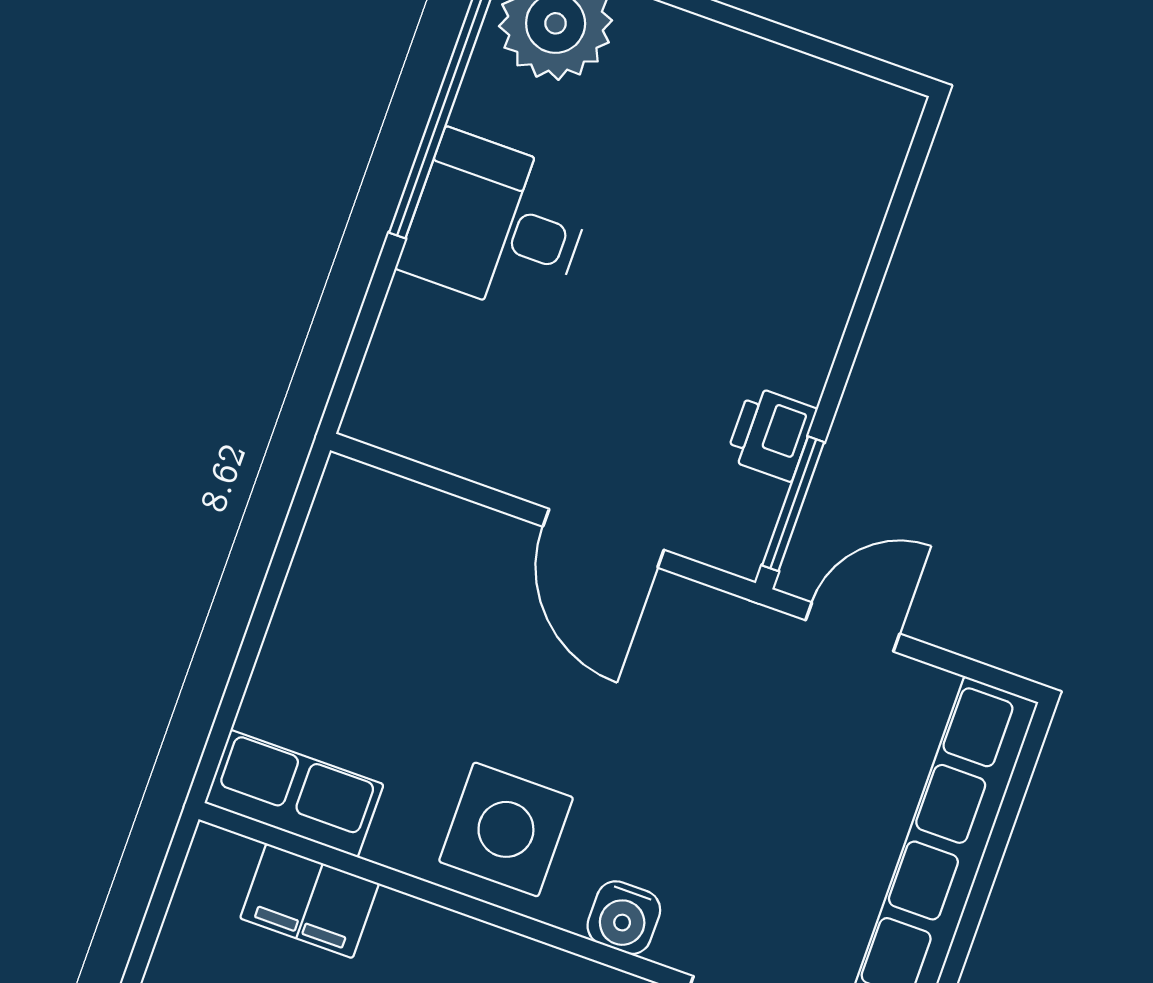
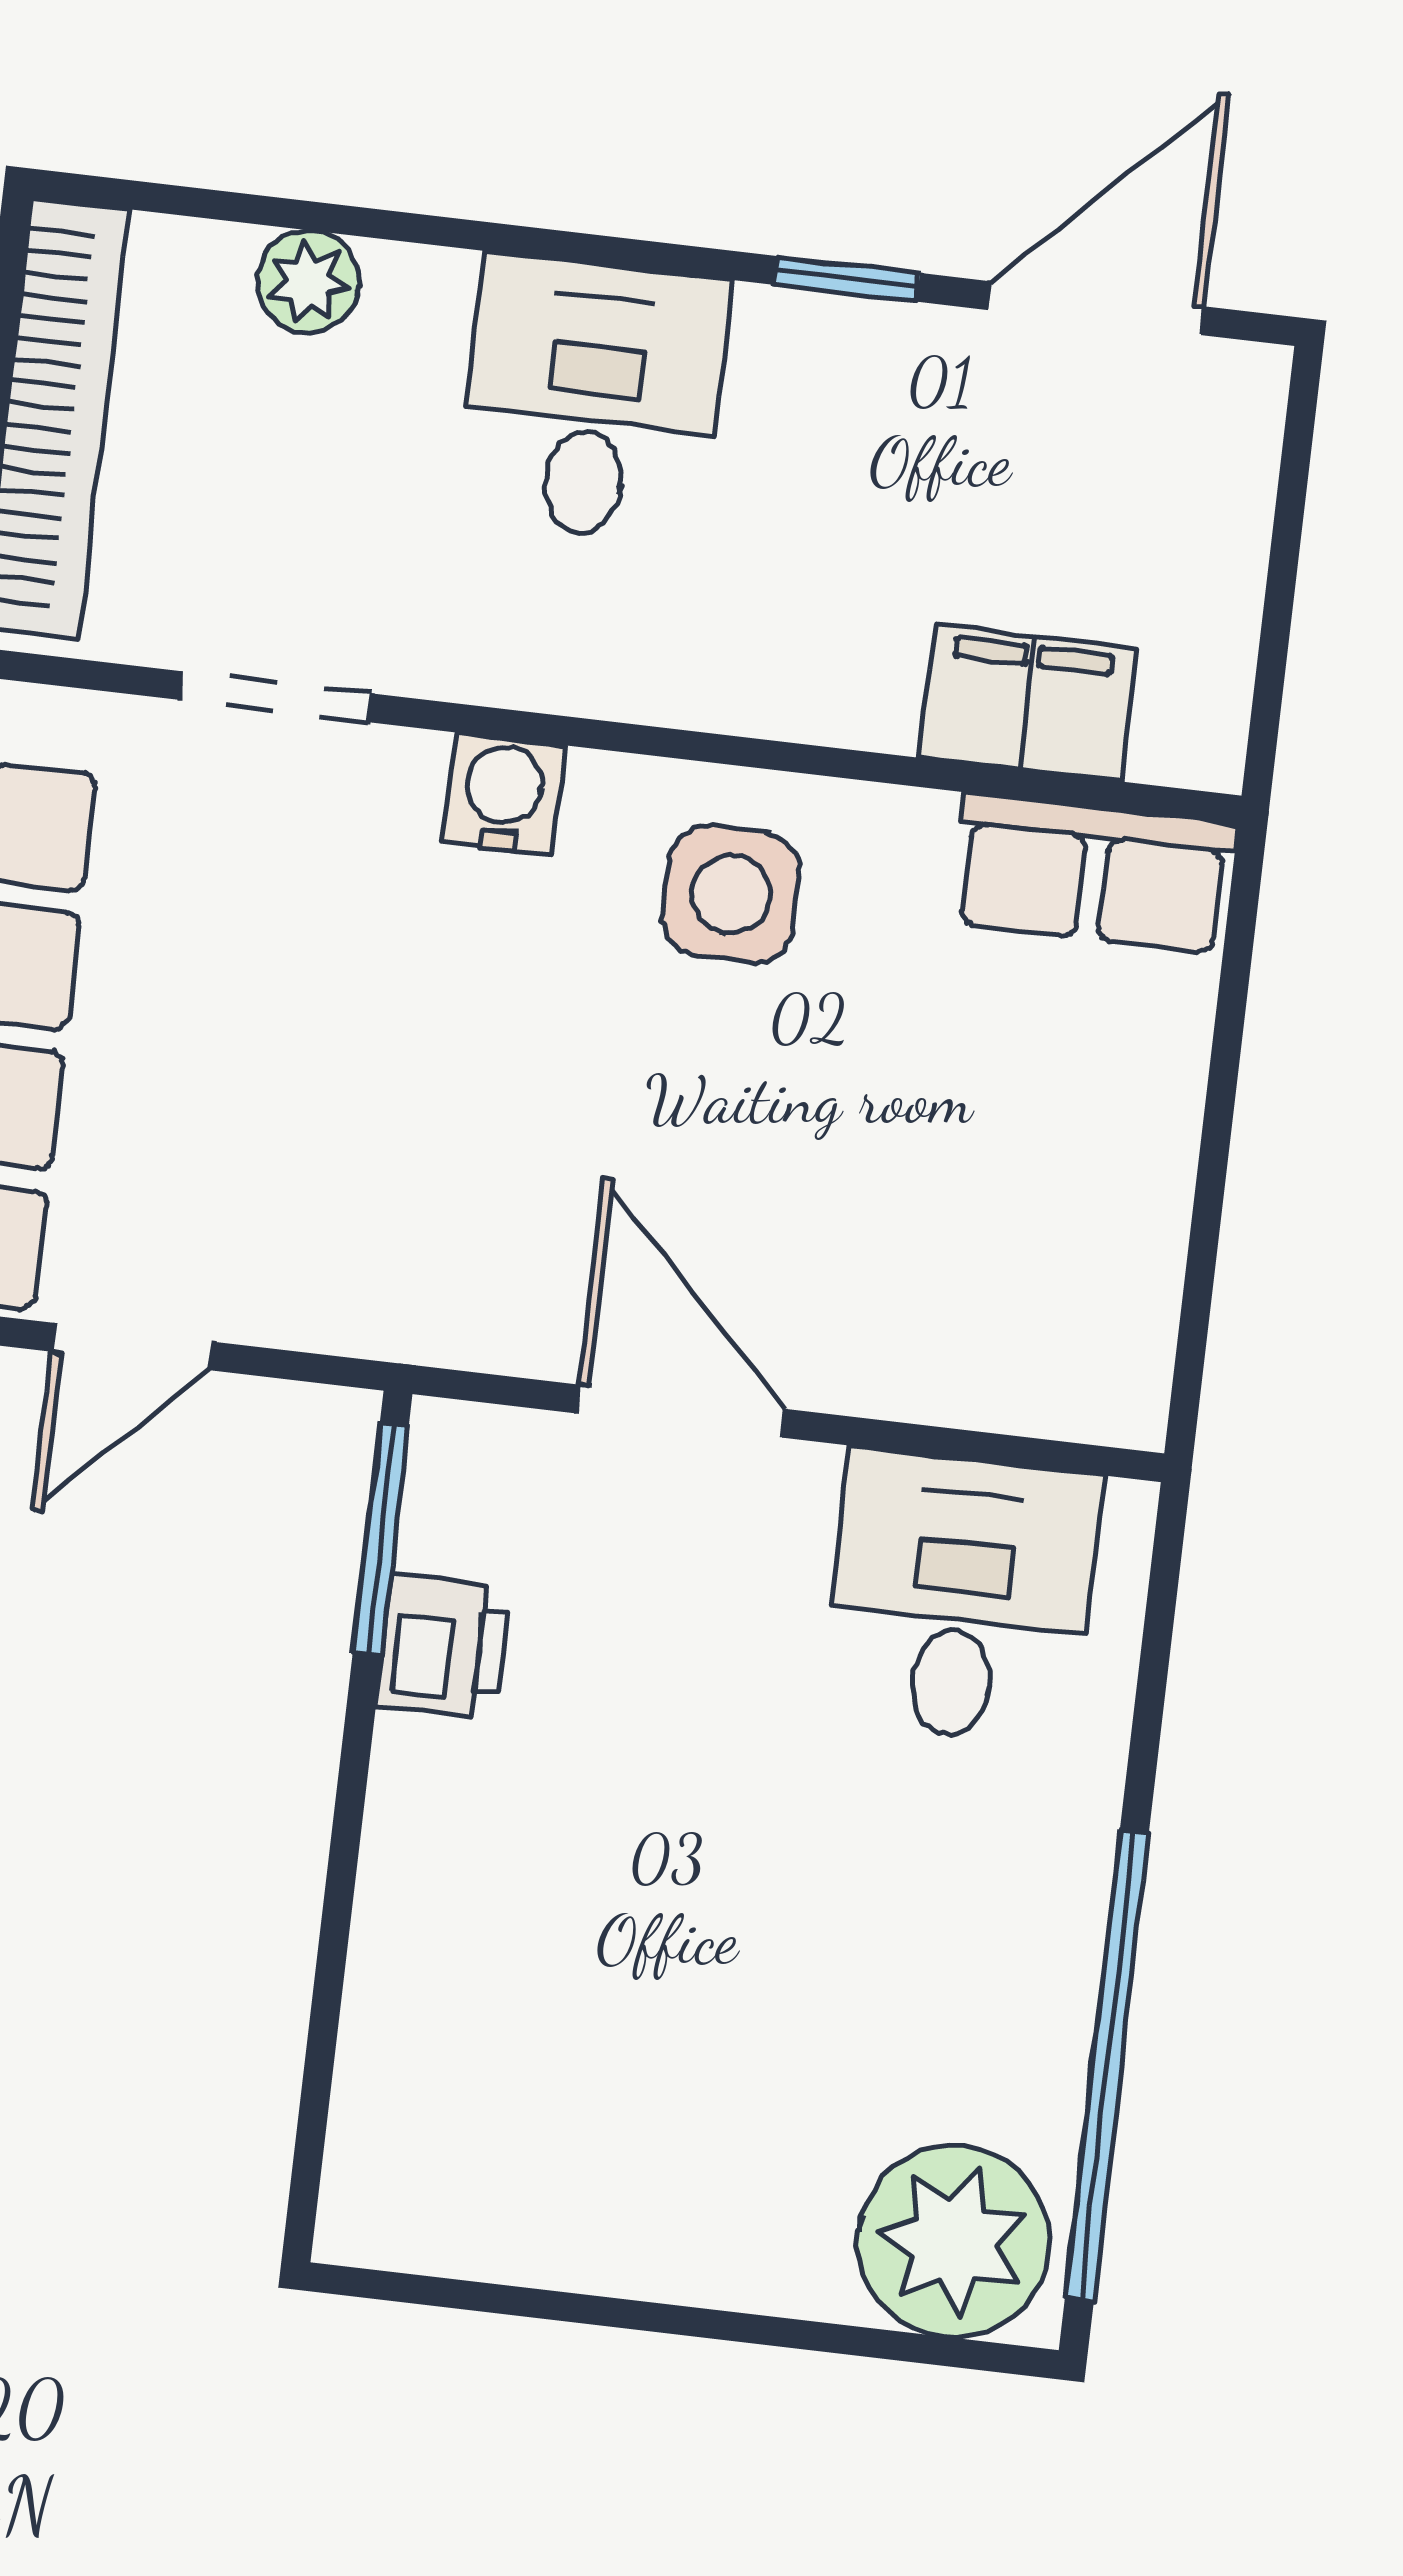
desk: (497, 225) -> (961, 1598), moved, turned -90
door: (853, 627) -> (132, 1347), moved
side table: (506, 829) -> (731, 895), width x0.73, depth x0.73

